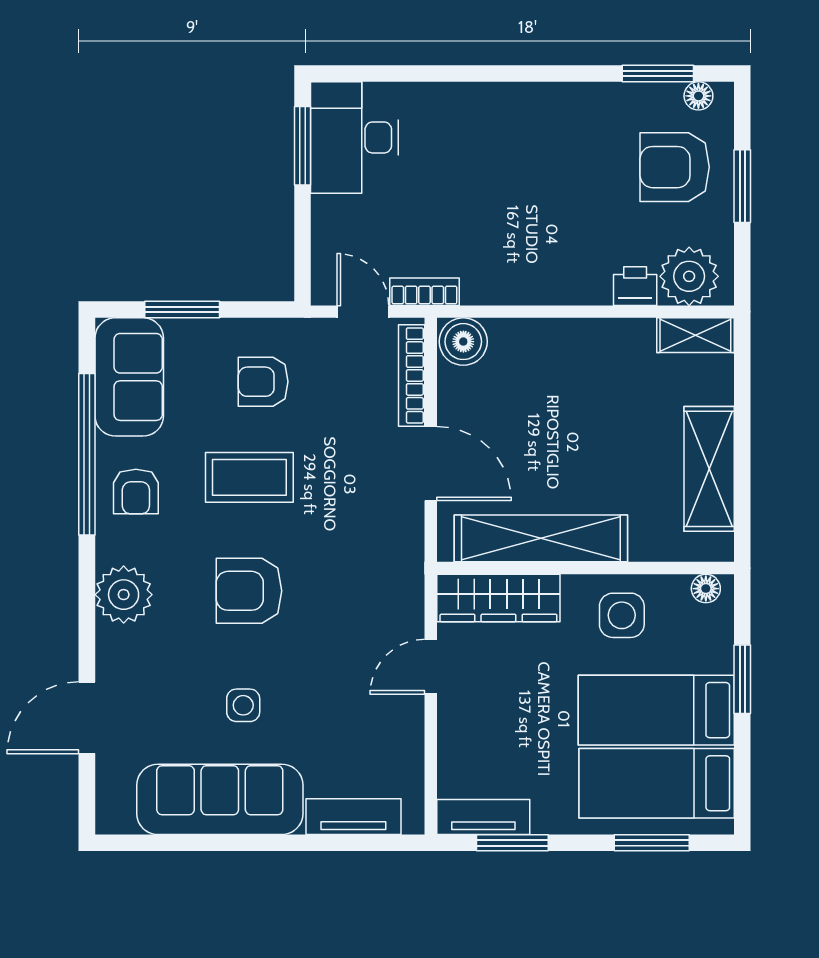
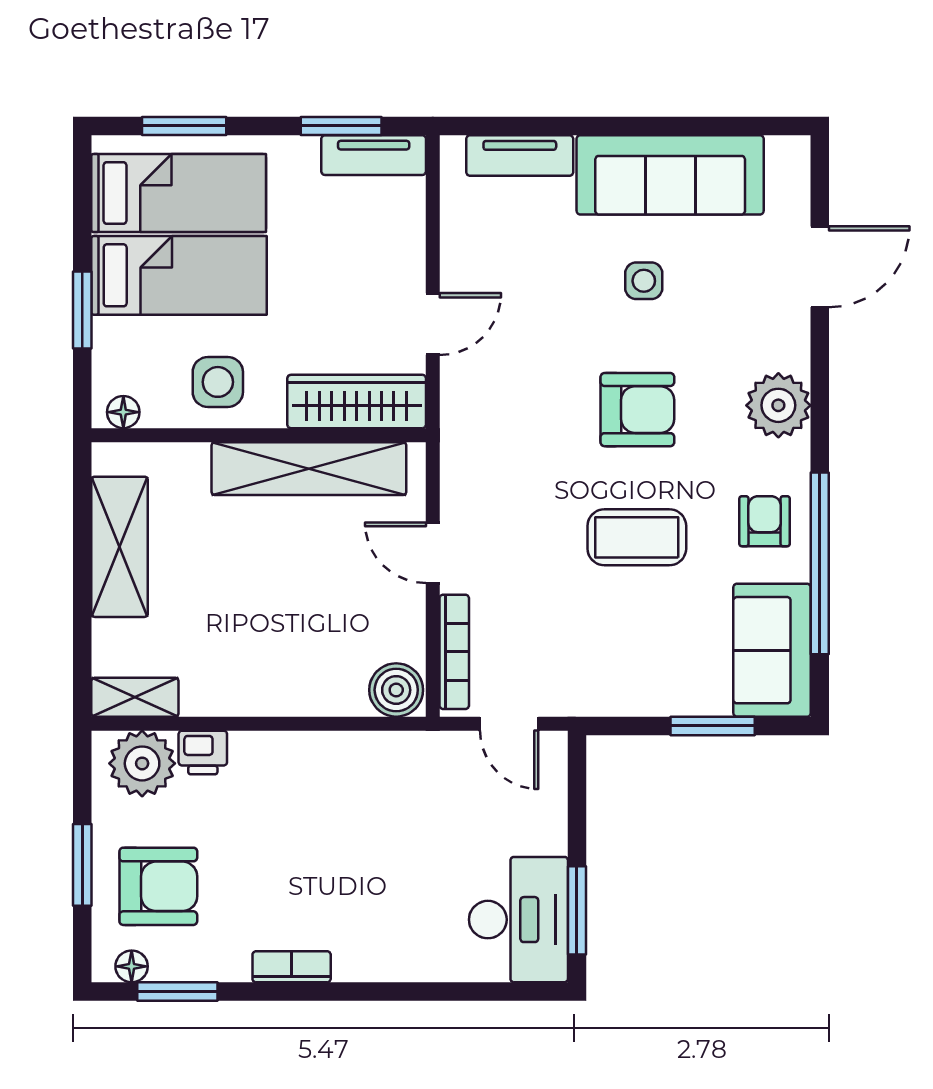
bookcase: (424, 292) -> (292, 967), moved, turned 180
armchair: (263, 382) -> (621, 645), removed
door: (431, 464) -> (433, 553), width x0.73

